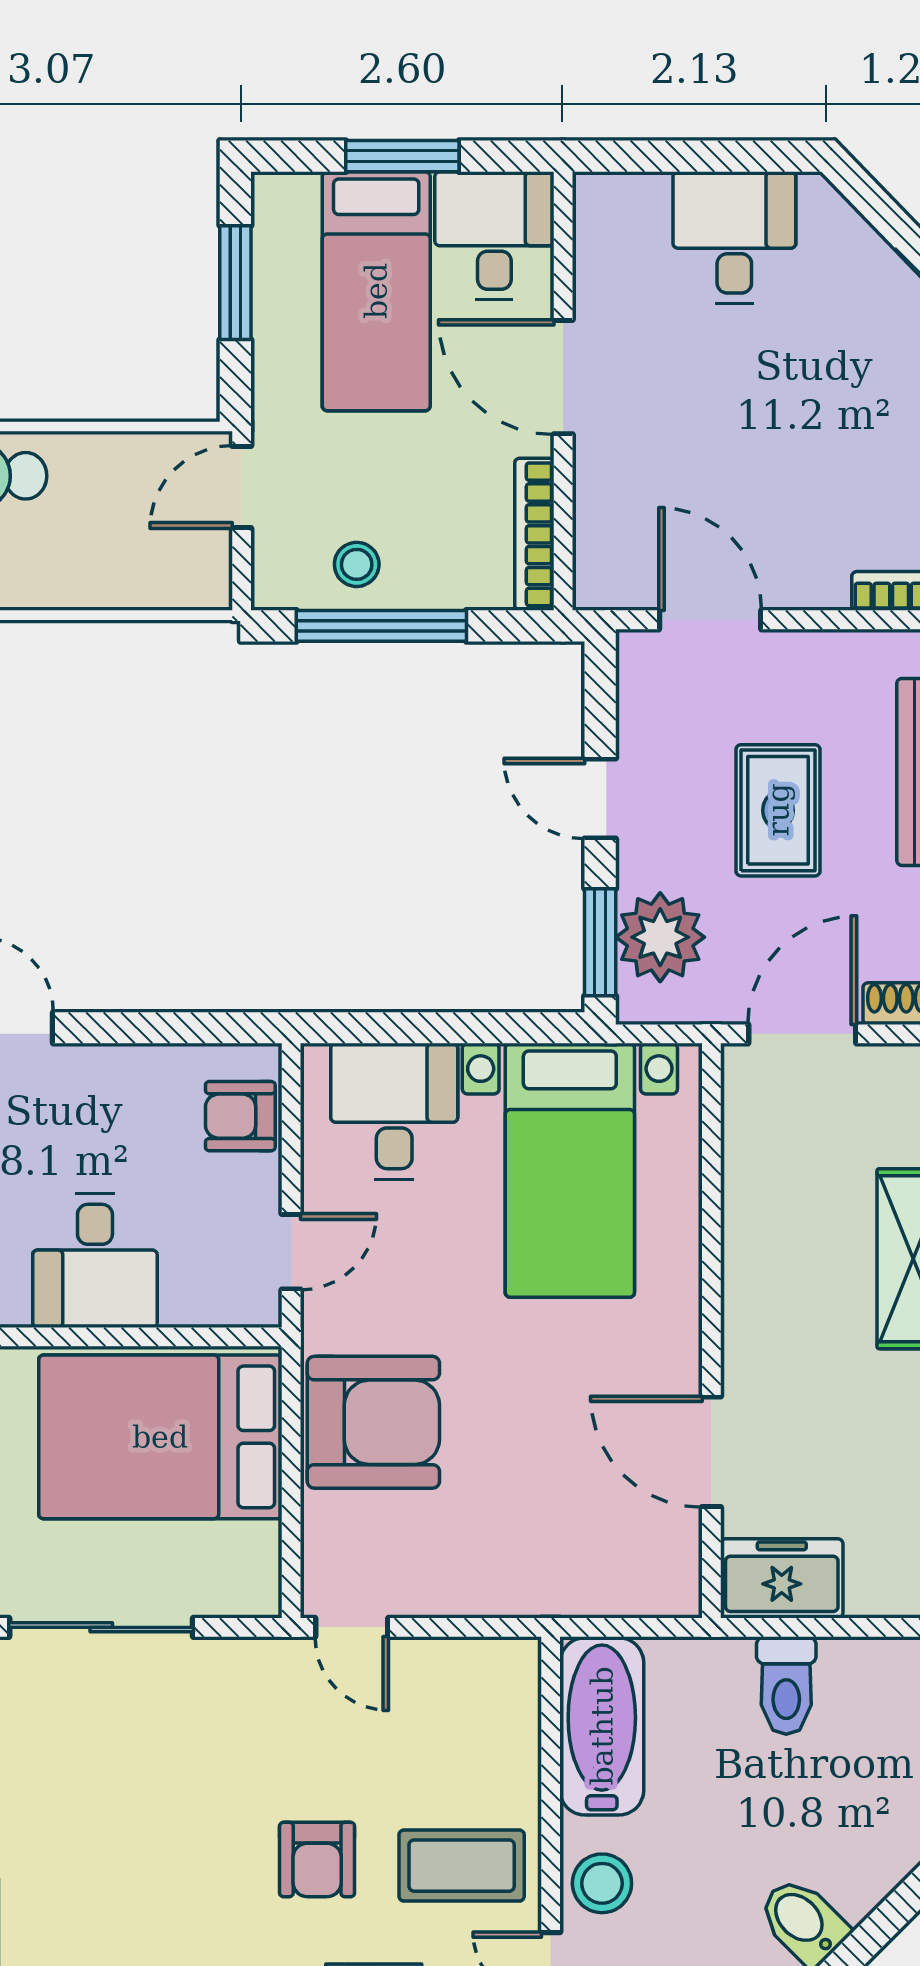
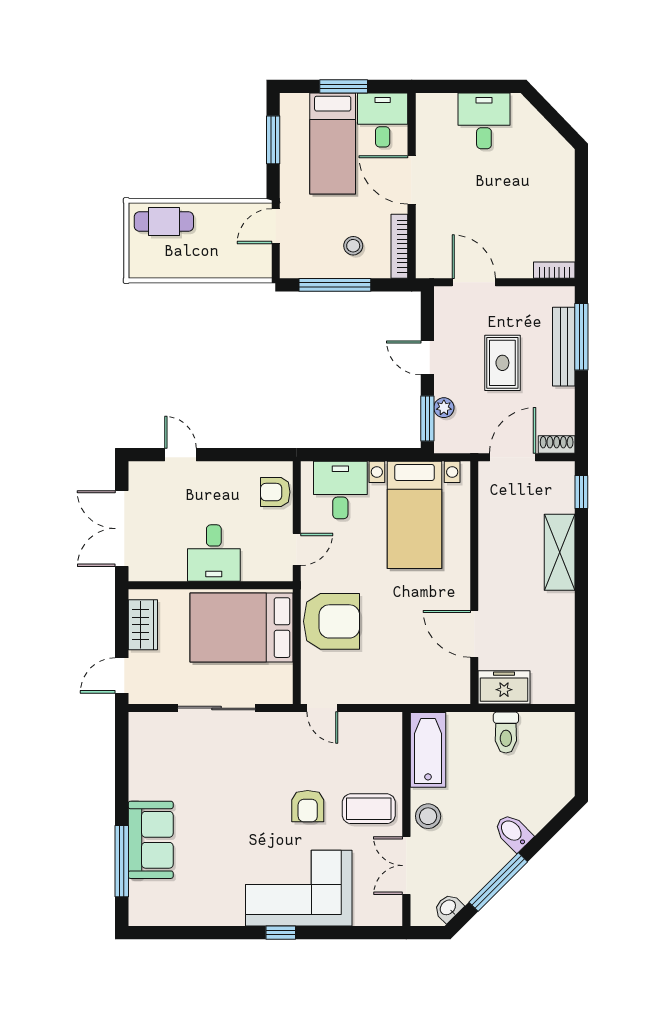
stool: (357, 564) -> (353, 246), moved
plant: (660, 937) -> (444, 408), width x0.53, depth x0.53

